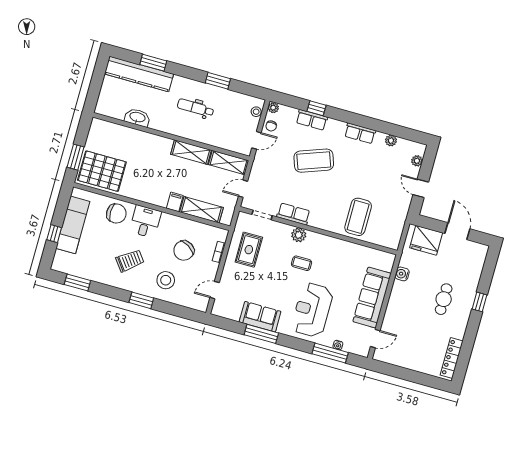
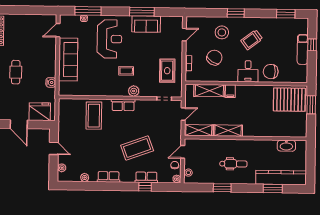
washbasin: (137, 117) -> (286, 146), moved
row of seats: (293, 214) -> (123, 105), moved
exam couch: (73, 225) -> (303, 49), width x0.73, depth x0.69

